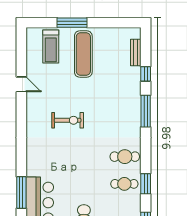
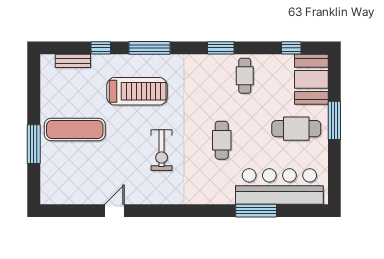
treadmill: (51, 46) -> (137, 91), moved, width x1.37, depth x1.38
exercise bike: (68, 120) -> (162, 150), turned 180
cafe table: (125, 157) -> (222, 140), moved
window: (146, 184) -> (221, 48), moved

